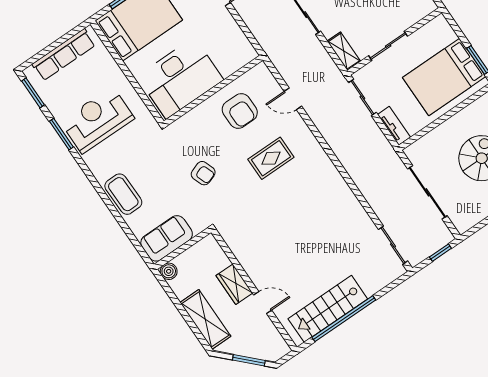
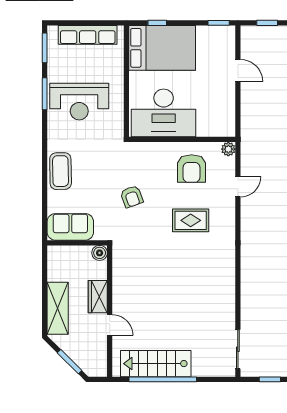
plant: (261, 71) -> (228, 149), added
door: (293, 99) -> (238, 187), swing flipped
reception desk: (97, 120) -> (79, 102), turned 180
boiler: (169, 271) -> (100, 253), moved

